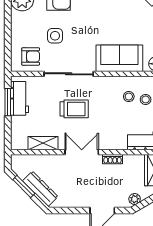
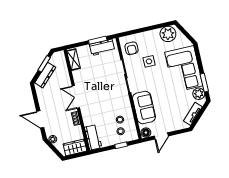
trolley: (74, 109) -> (103, 85), removed
shelving: (43, 143) -> (74, 60), moved
double door: (82, 152) -> (76, 97), swing flipped

